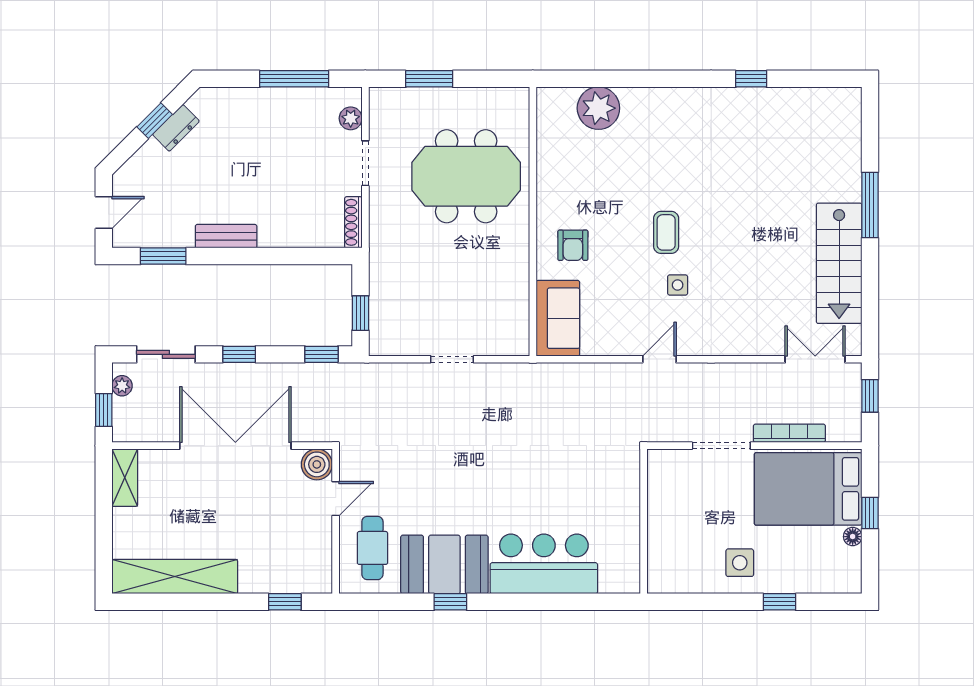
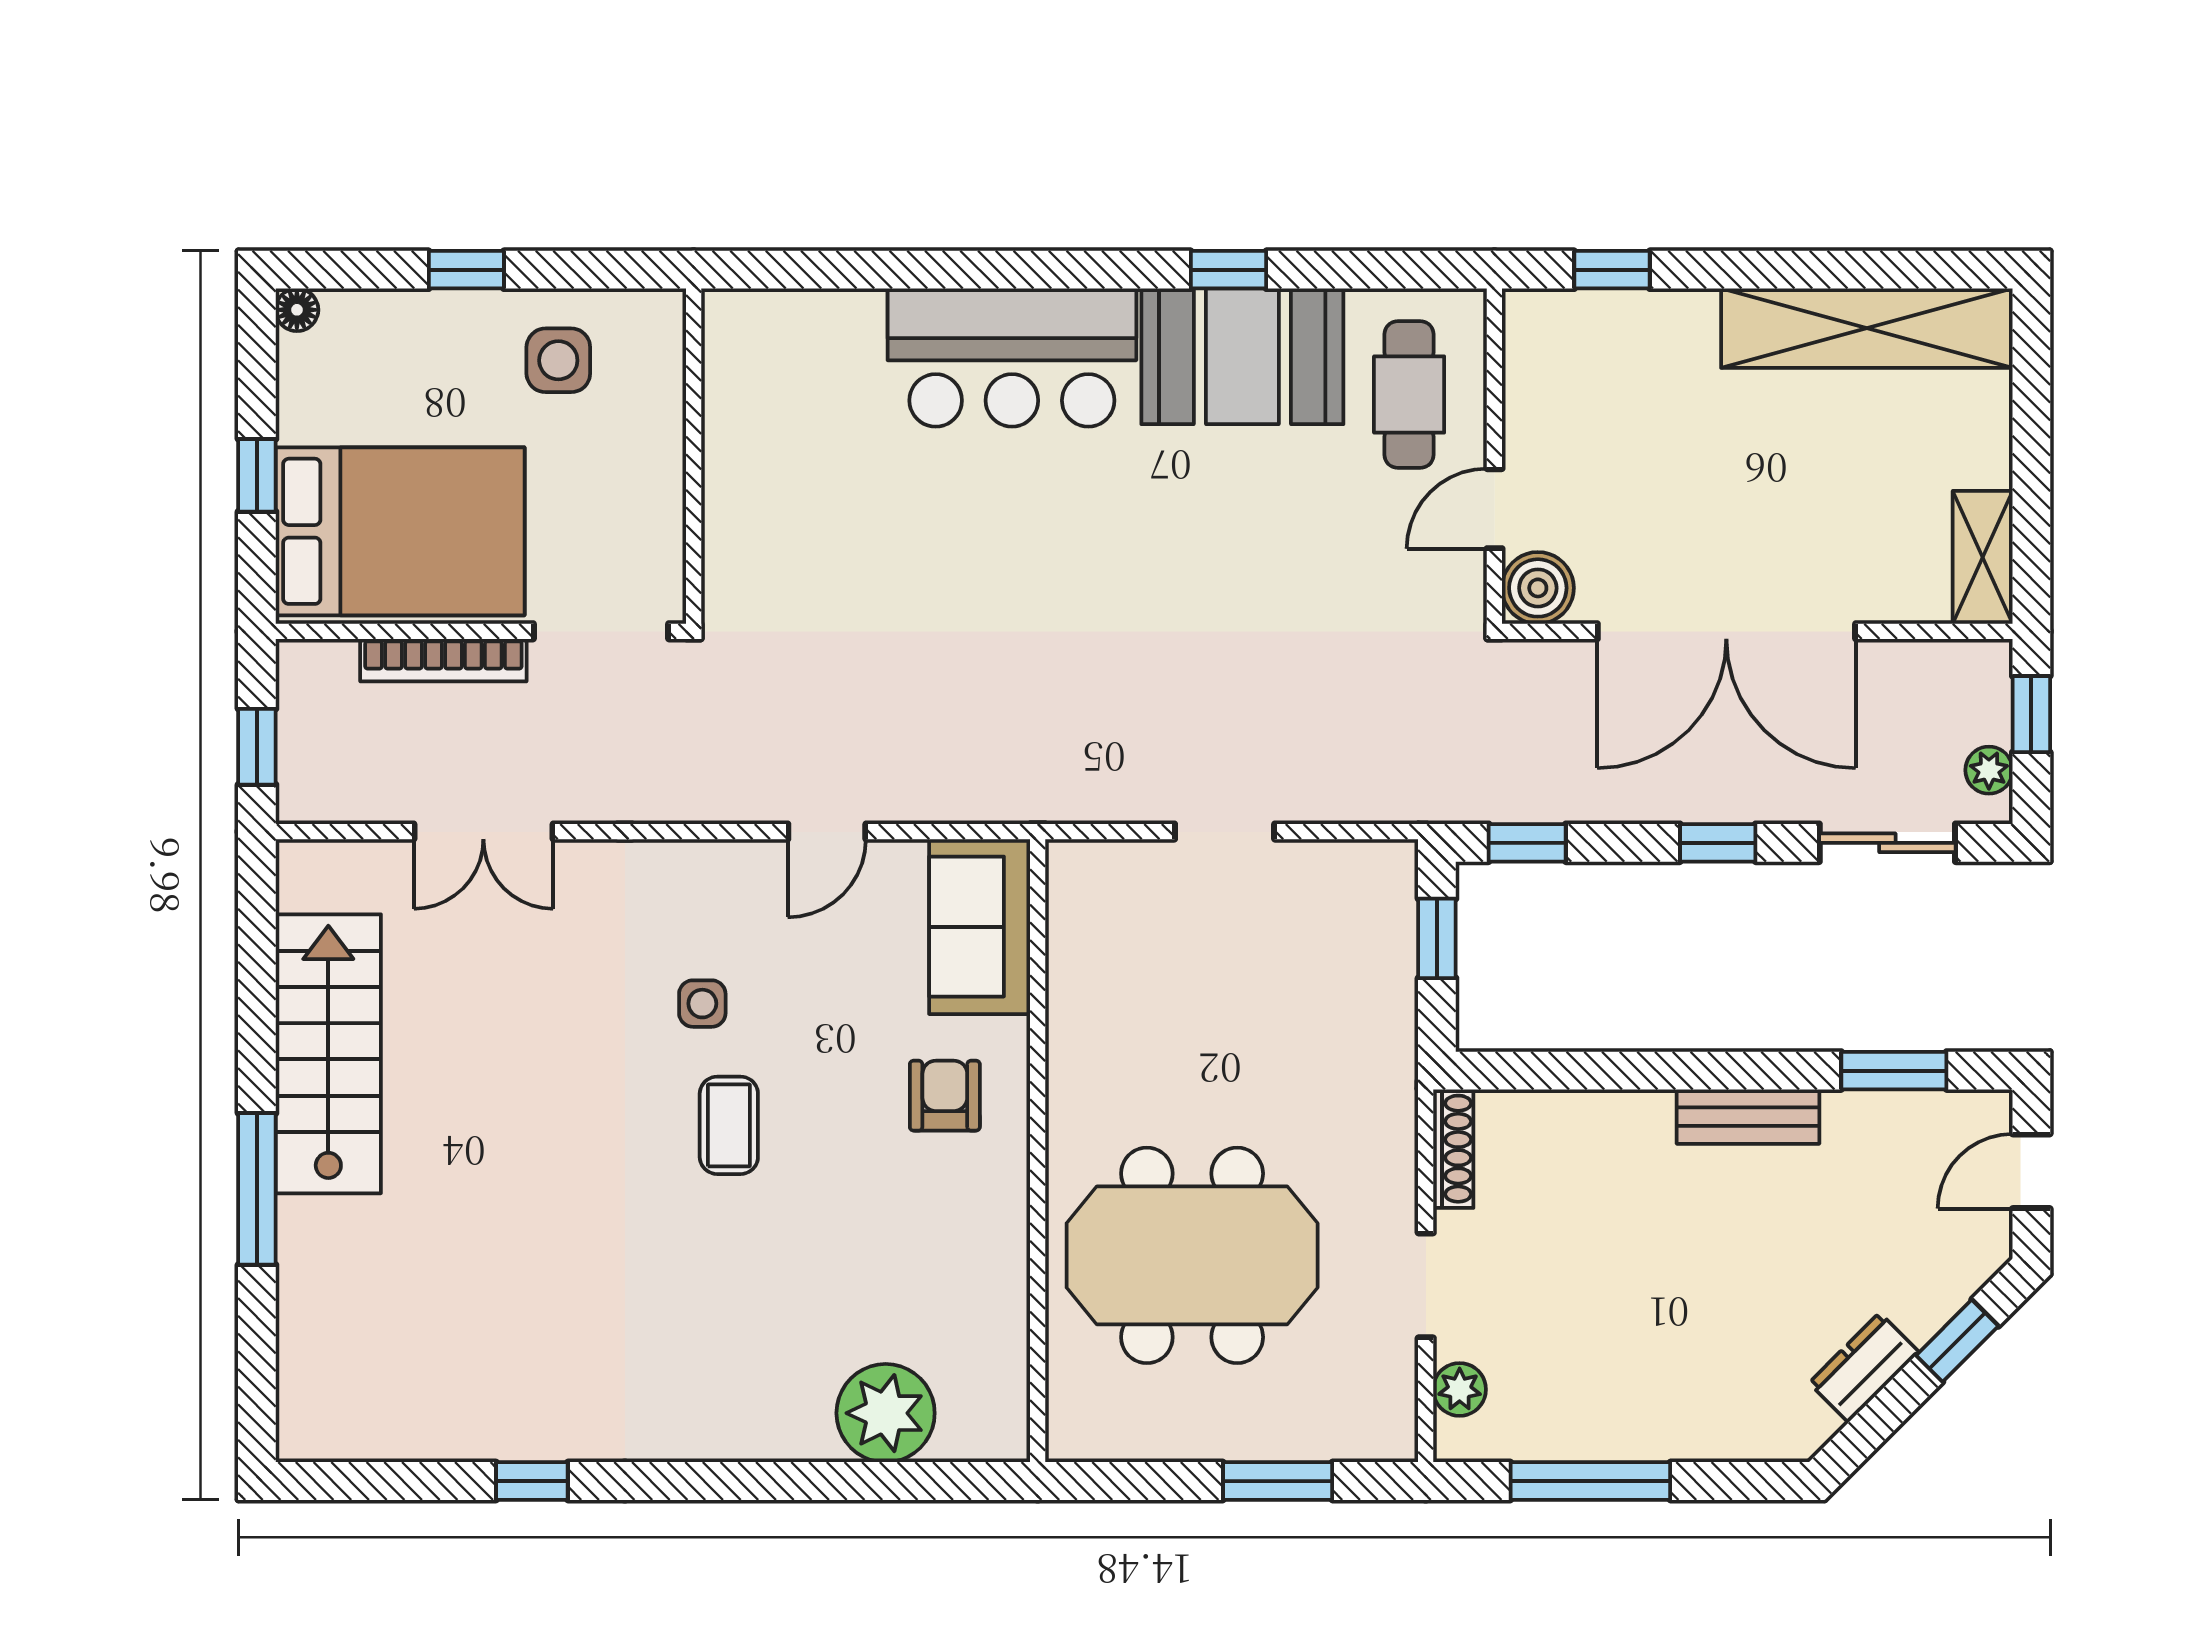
window: (155, 121) -> (1957, 1341), moved
door: (659, 359) -> (827, 832), moved
double door: (815, 359) -> (483, 832), moved
wall: (644, 521) -> (694, 456), moved
floor lamp: (853, 537) -> (297, 310), moved

